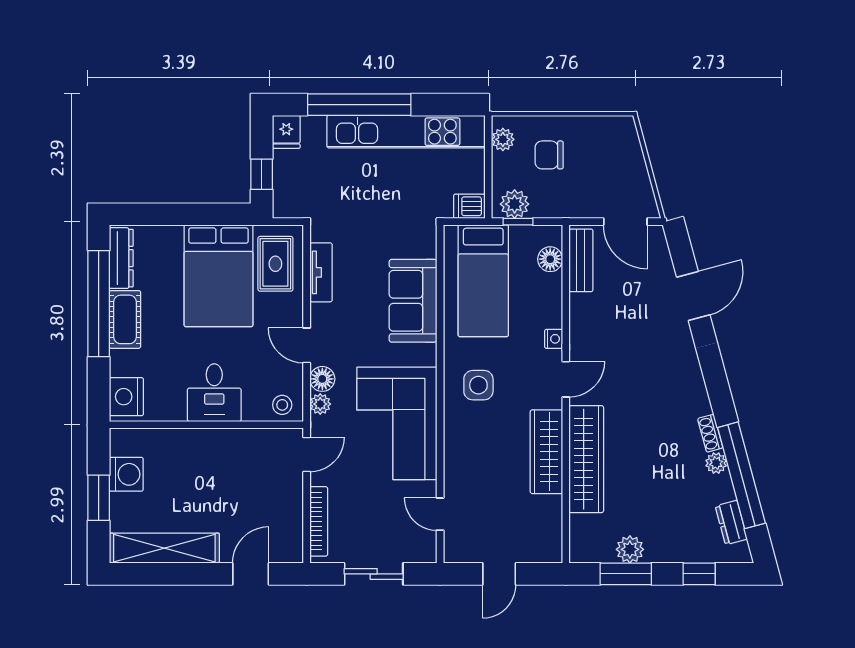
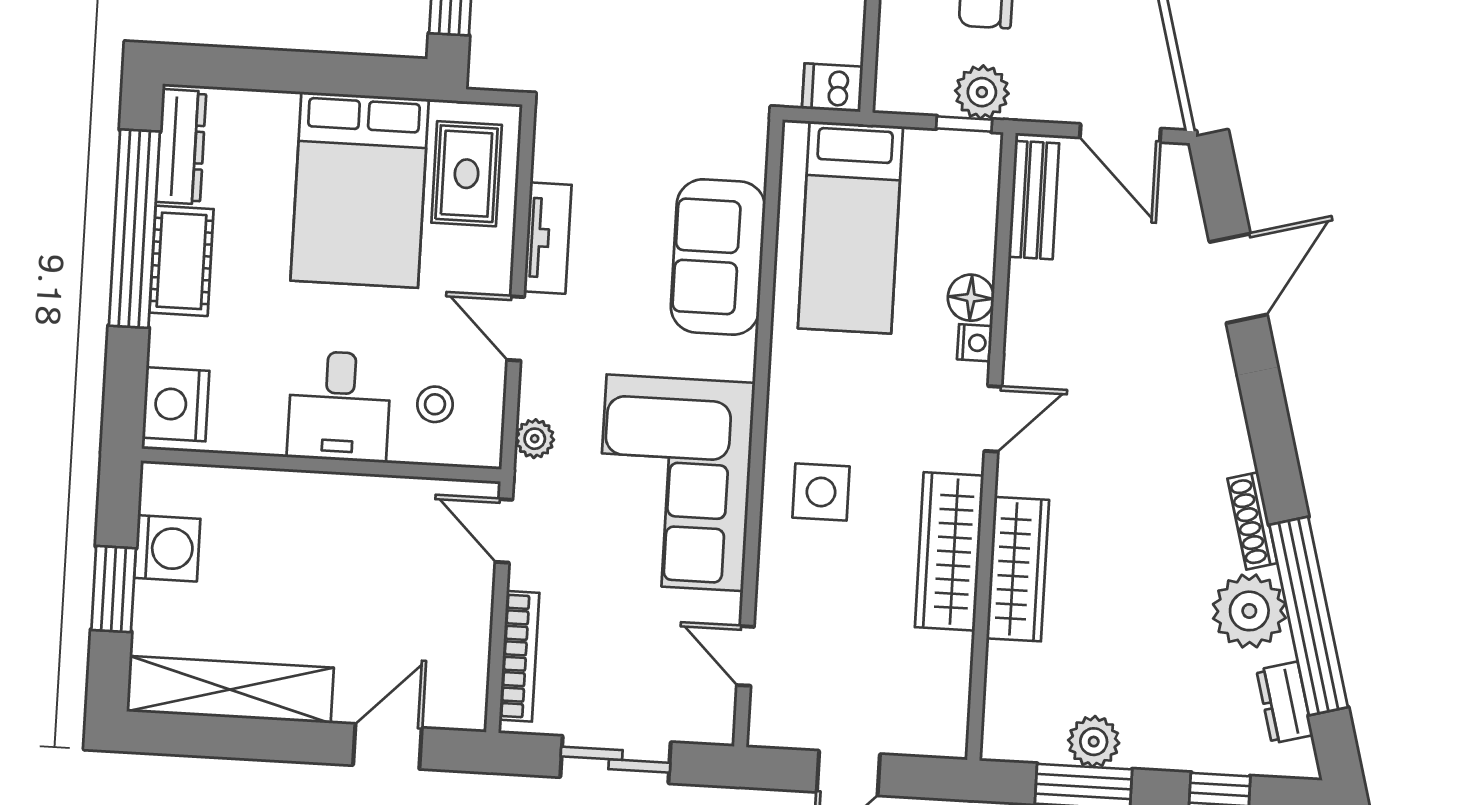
plant: (515, 204) -> (982, 92), moved
window: (518, 222) -> (964, 124), moved
floor lamp: (550, 259) -> (971, 298), moved
tv unit: (321, 272) -> (548, 238), moved
floor lamp: (322, 379) -> (541, 392), removed
side table: (478, 385) -> (821, 492), moved
stool: (282, 405) -> (435, 404), moved
shoe rack: (710, 433) -> (1252, 521), width x1.43
door: (307, 455) -> (504, 531), swing flipped
wardrobe: (586, 459) -> (1018, 569), width x0.71, depth x0.85
plant: (716, 463) -> (1249, 611), width x1.88, depth x1.88

